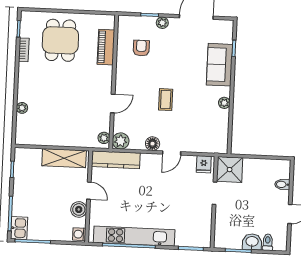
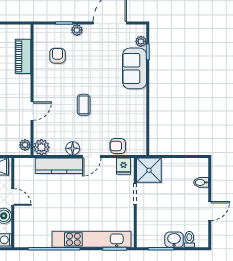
plant: (224, 103) -> (141, 41), moved
armchair: (199, 143) -> (118, 146), added
kitchen counter: (116, 160) -> (59, 166), moved
kitchen unit: (134, 236) -> (92, 239), moved

